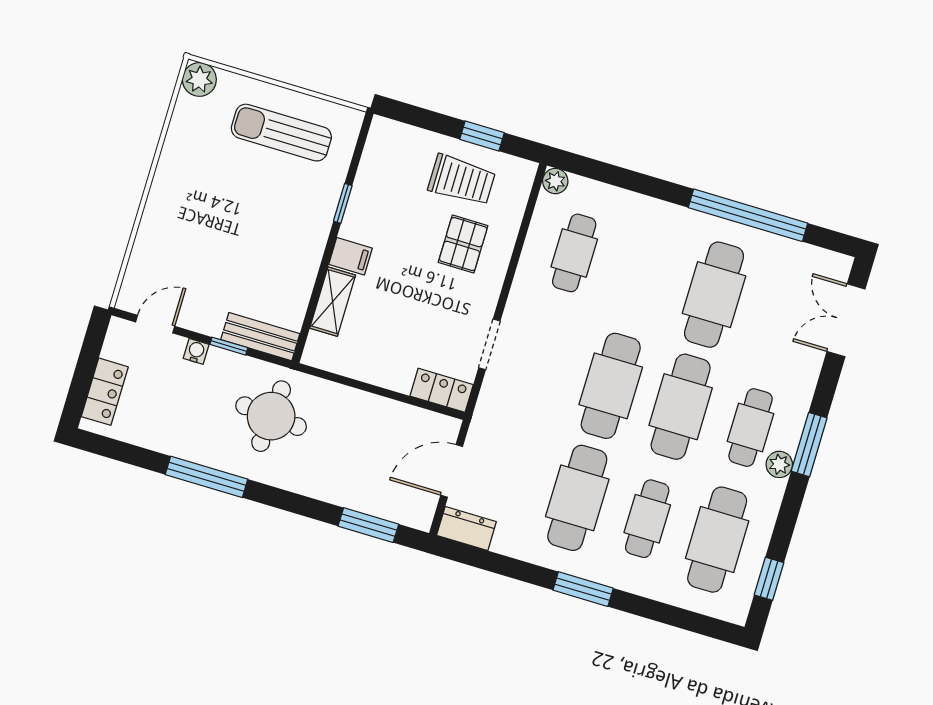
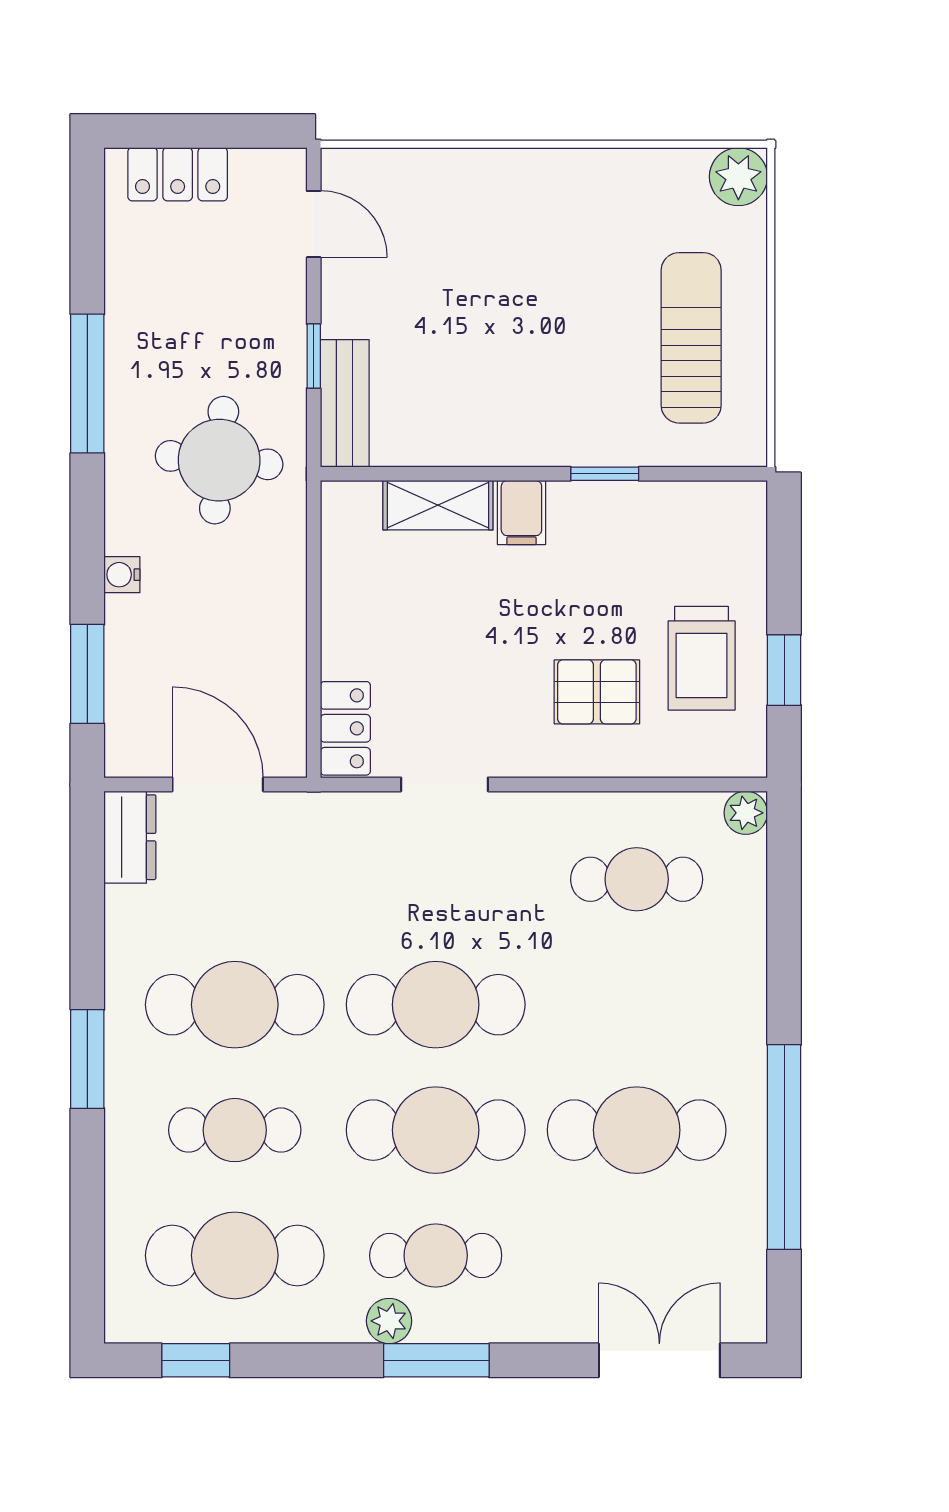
water cooler: (196, 351) -> (122, 575), moved, turned 180

